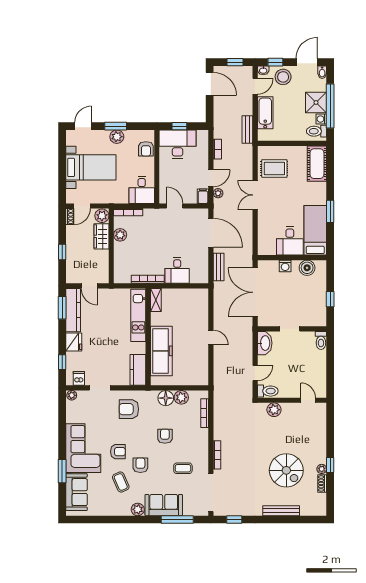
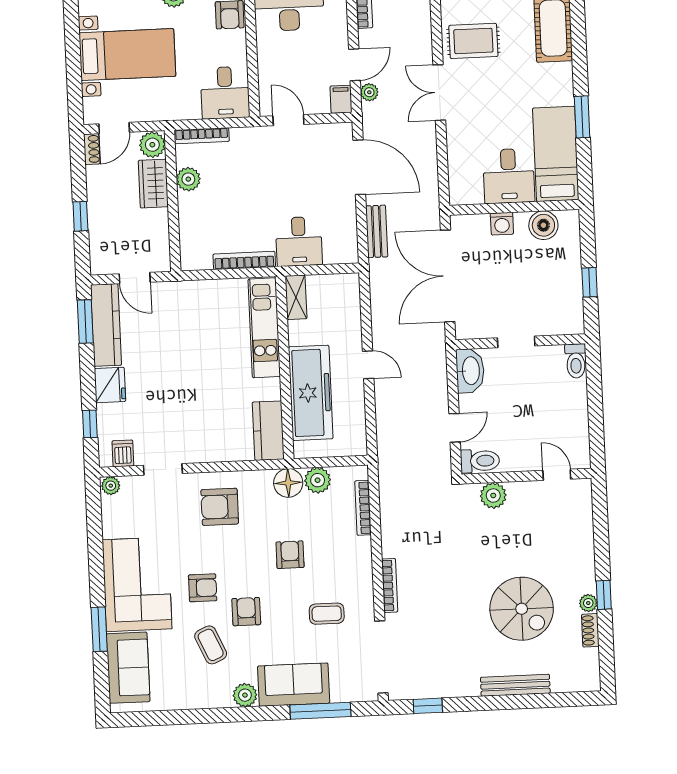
shelving: (156, 300) -> (296, 297), moved
kitchen unit: (138, 315) -> (264, 328), moved
wall: (148, 337) -> (285, 368), moved
freezer: (161, 351) -> (311, 393), moved
kitchen counter: (138, 370) -> (268, 431), moved

